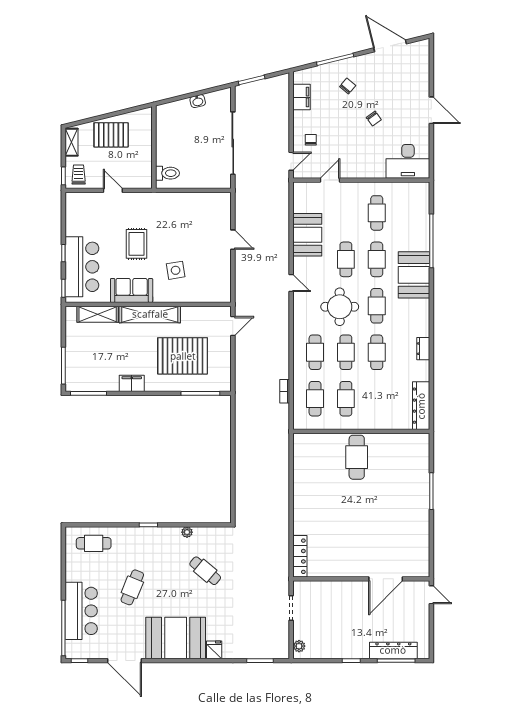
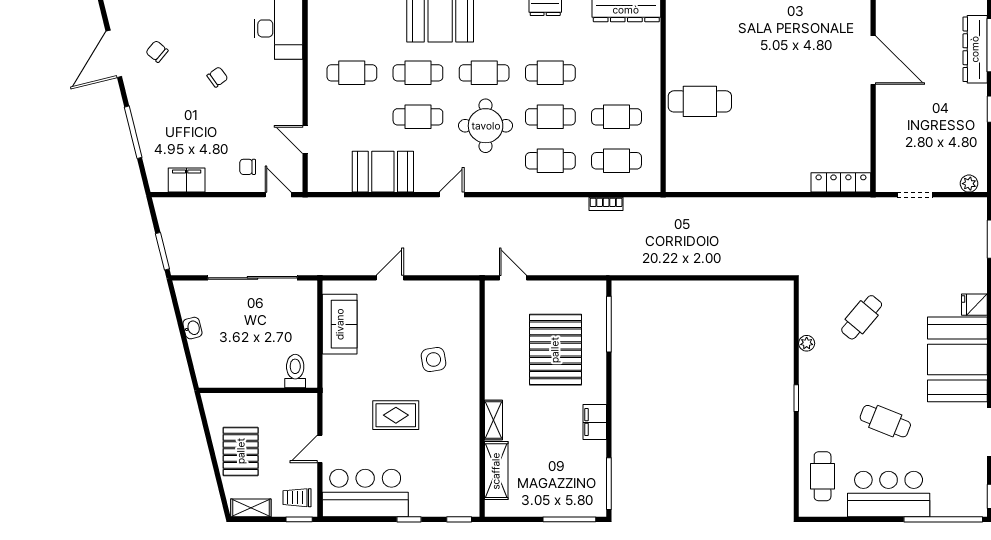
chair: (348, 86) -> (157, 51), moved
bar counter: (82, 267) -> (365, 493), moved
sofa: (132, 290) -> (340, 324), moved, turned 180
shelving: (150, 314) -> (494, 420), width x0.45, depth x0.75
bar counter: (81, 611) -> (889, 494), moved

